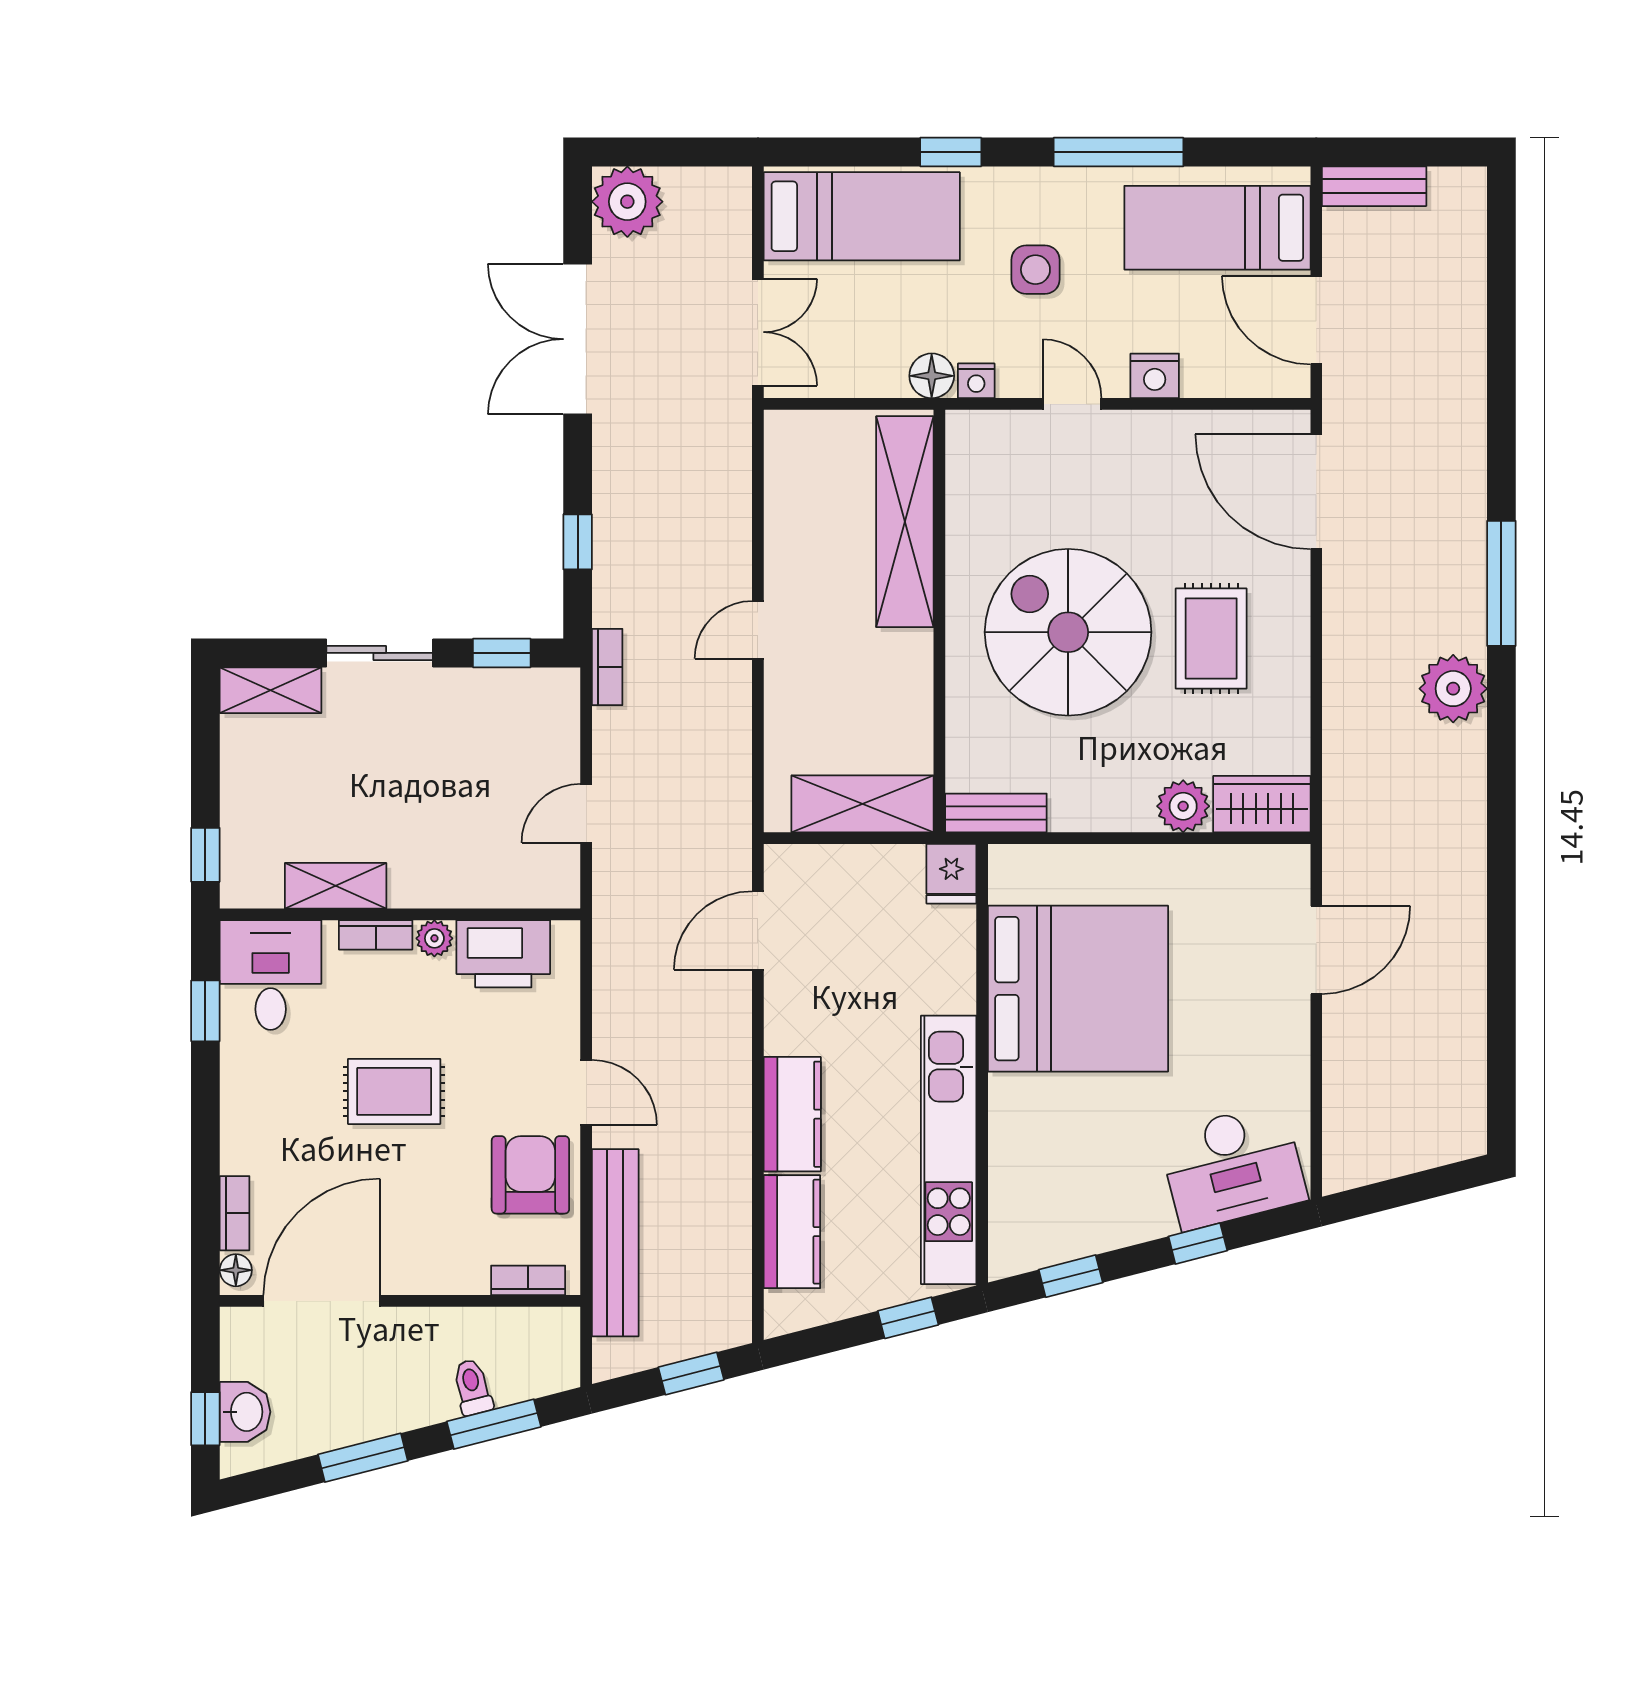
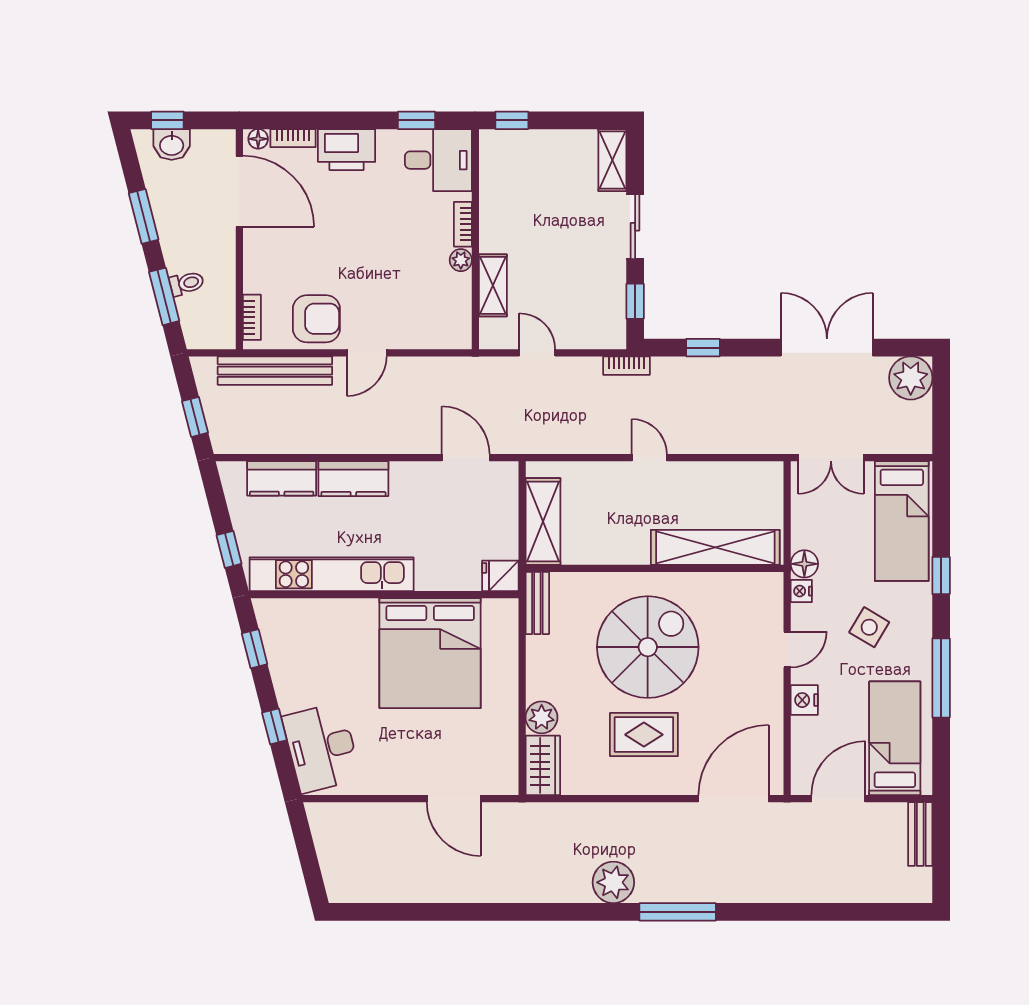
side table: (1035, 270) -> (869, 627), turned 31
shelving: (336, 886) -> (493, 285), moved
printer: (503, 954) -> (347, 150), moved, turned -90
rug: (394, 1091) -> (367, 236), removed

